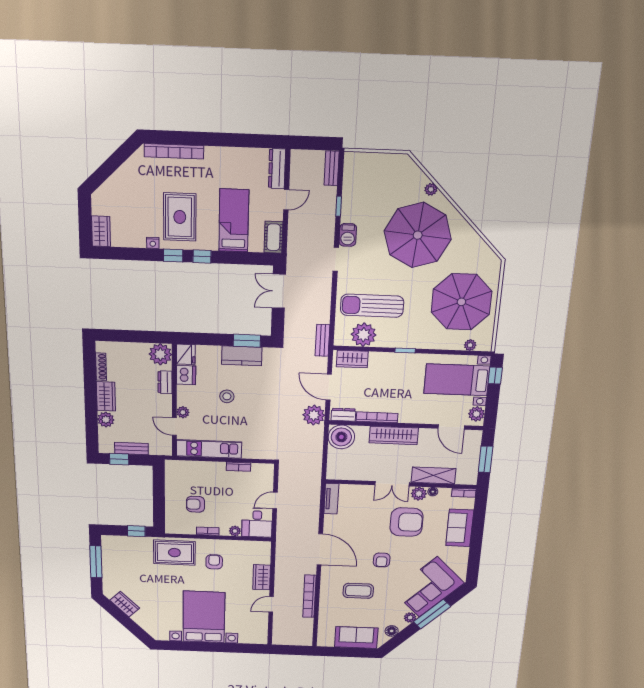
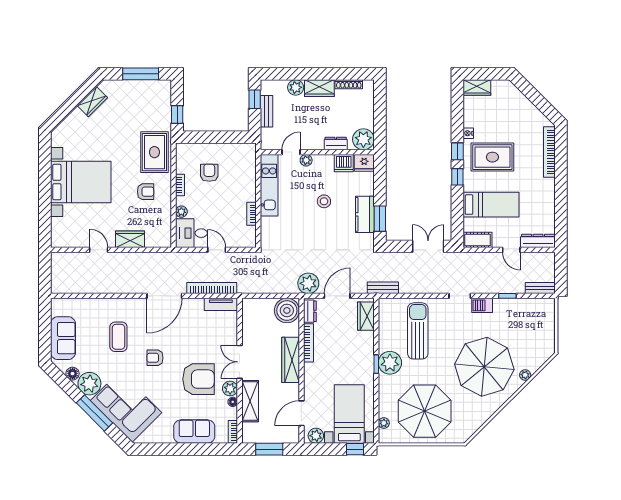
plant: (364, 335) -> (390, 363), moved
armchair: (406, 522) -> (199, 379), turned -90
bookcase: (309, 596) -> (212, 288), moved
plant: (410, 618) -> (89, 384), width x1.88, depth x1.88

